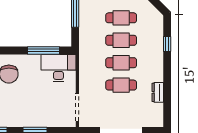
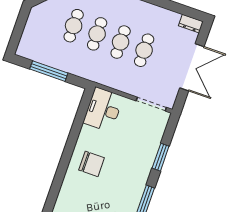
window: (44, 50) -> (79, 119), removed
dresser: (158, 92) -> (191, 24), moved

